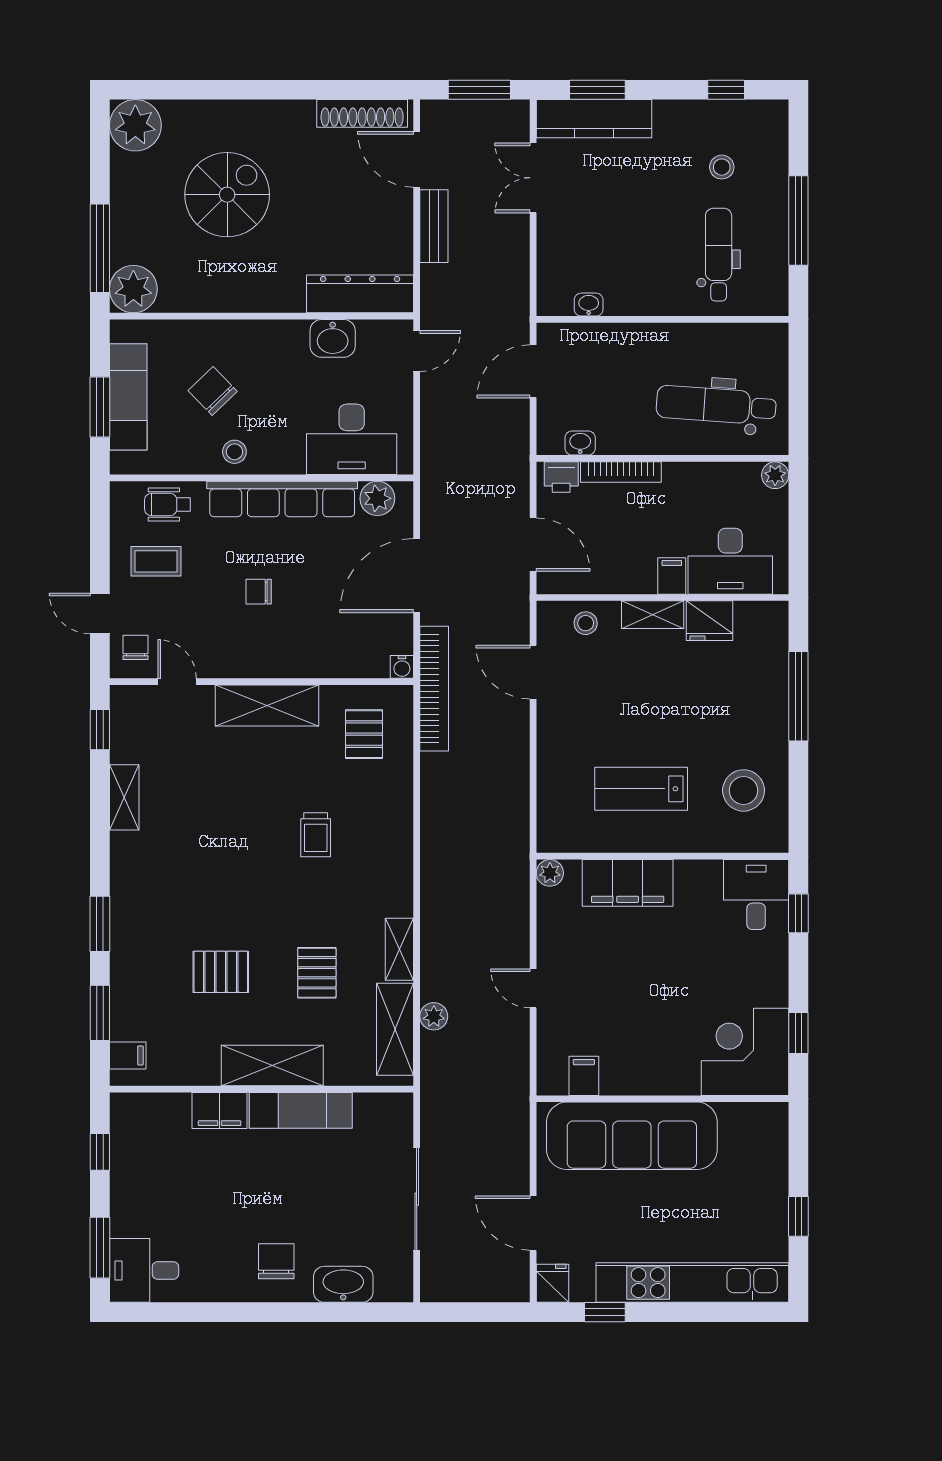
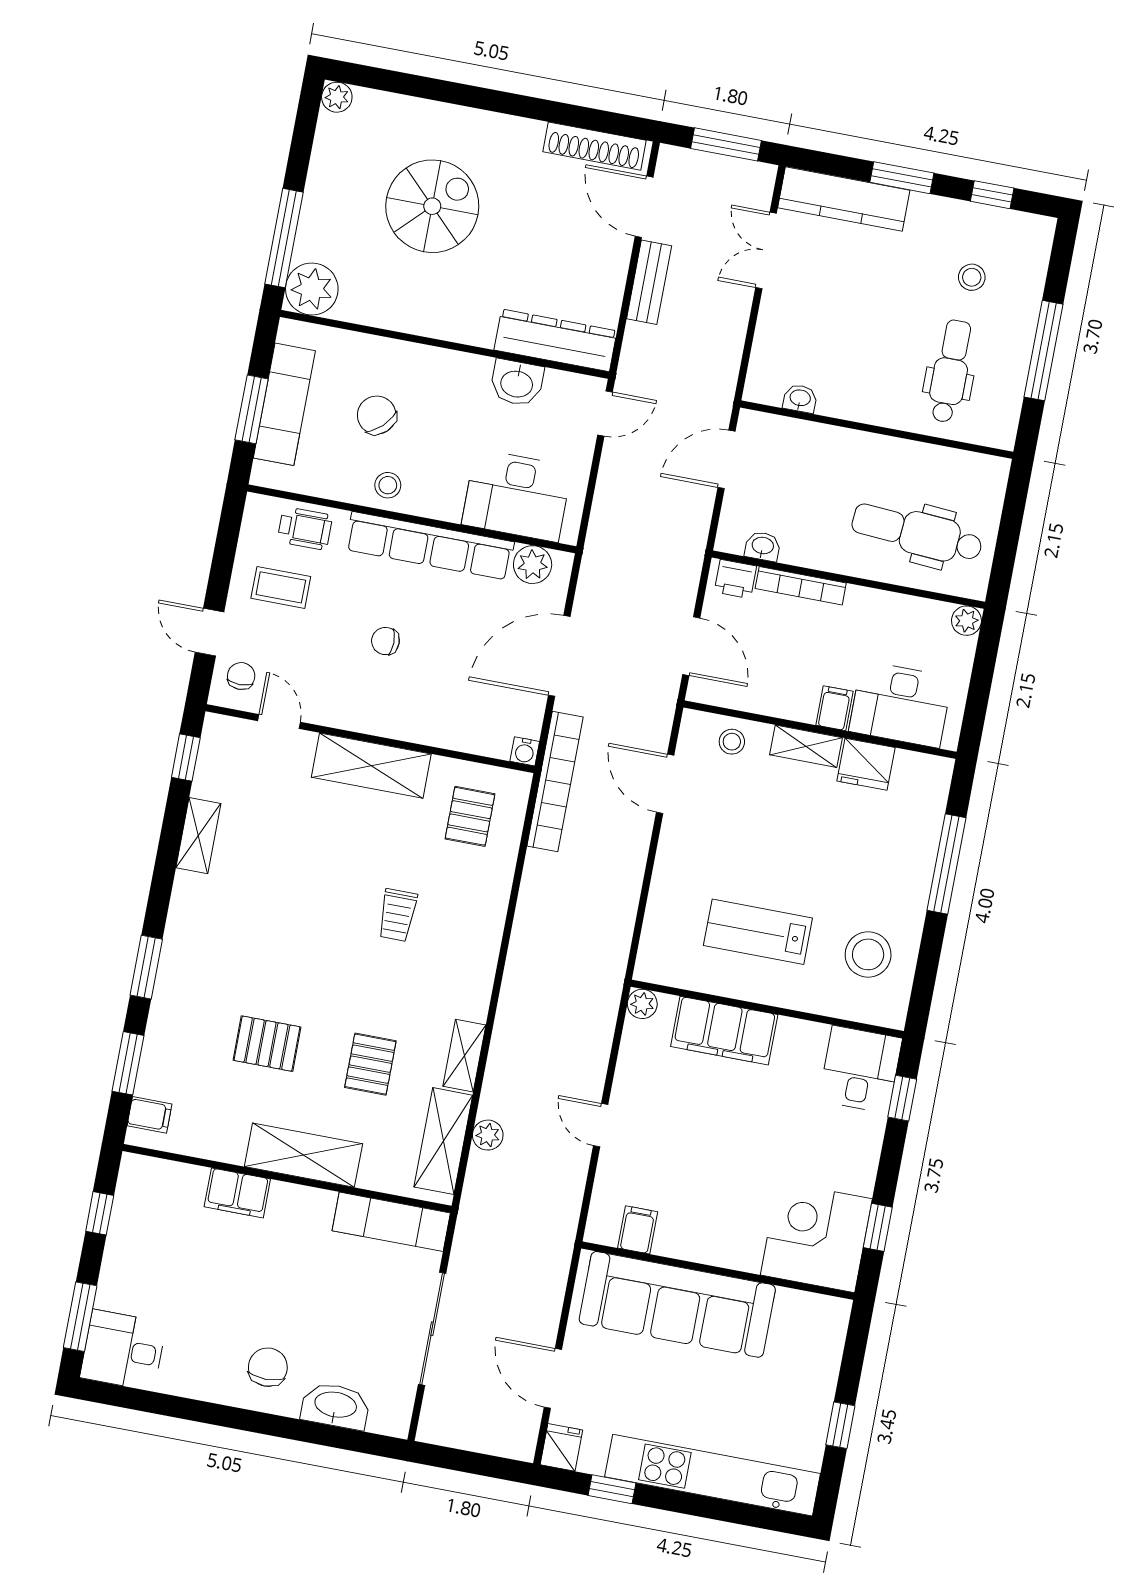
window: (597, 90) -> (902, 178), moved
plant: (135, 125) -> (337, 97), width x0.53, depth x0.53
wheelchair: (168, 504) -> (305, 528), turned 180
exam couch: (301, 1110) -> (391, 1222), moved

